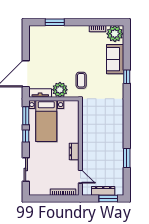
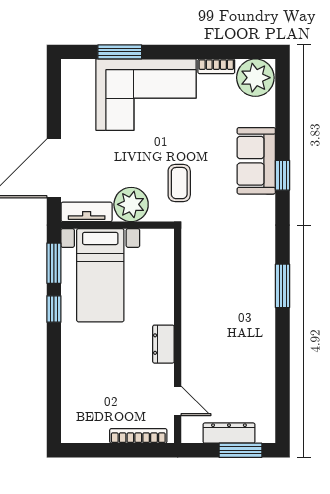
corner sofa: (66, 41) -> (146, 95), added
sofa: (115, 59) -> (256, 161), moved
window: (127, 158) -> (283, 286), moved
sliding door: (26, 169) -> (54, 385), removed

